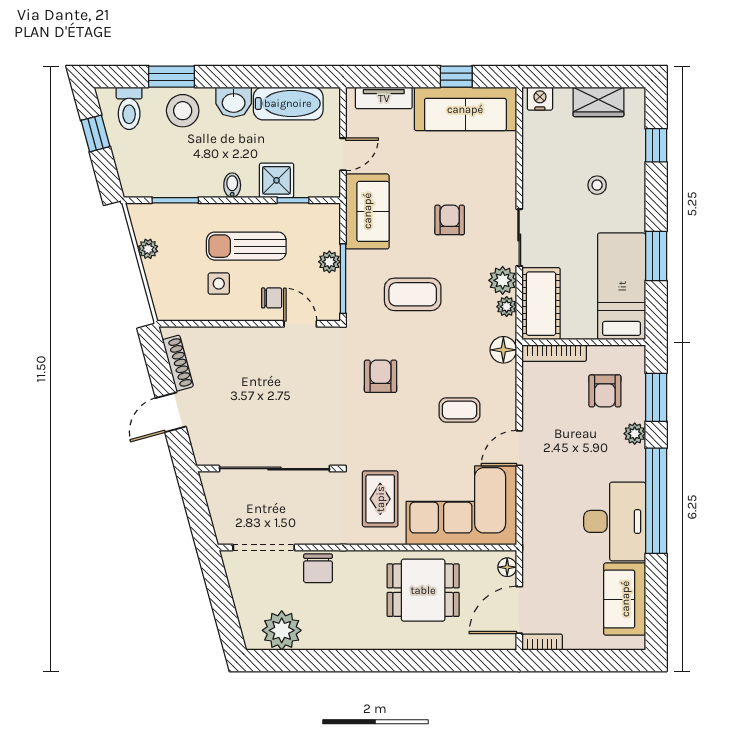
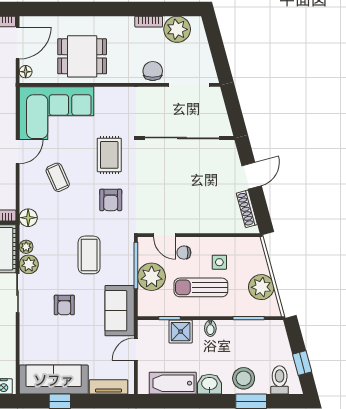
sun lounger: (246, 246) -> (201, 287), turned 180
plant: (148, 249) -> (261, 287), width x1.87, depth x1.87
plant: (329, 262) -> (152, 277), width x1.87, depth x1.87
coffee table: (413, 294) -> (89, 255), turned 90
coffee table: (459, 410) -> (58, 177), turned 66
rug: (380, 499) -> (109, 155), moved
bookcase: (324, 642) -> (149, 22), added

